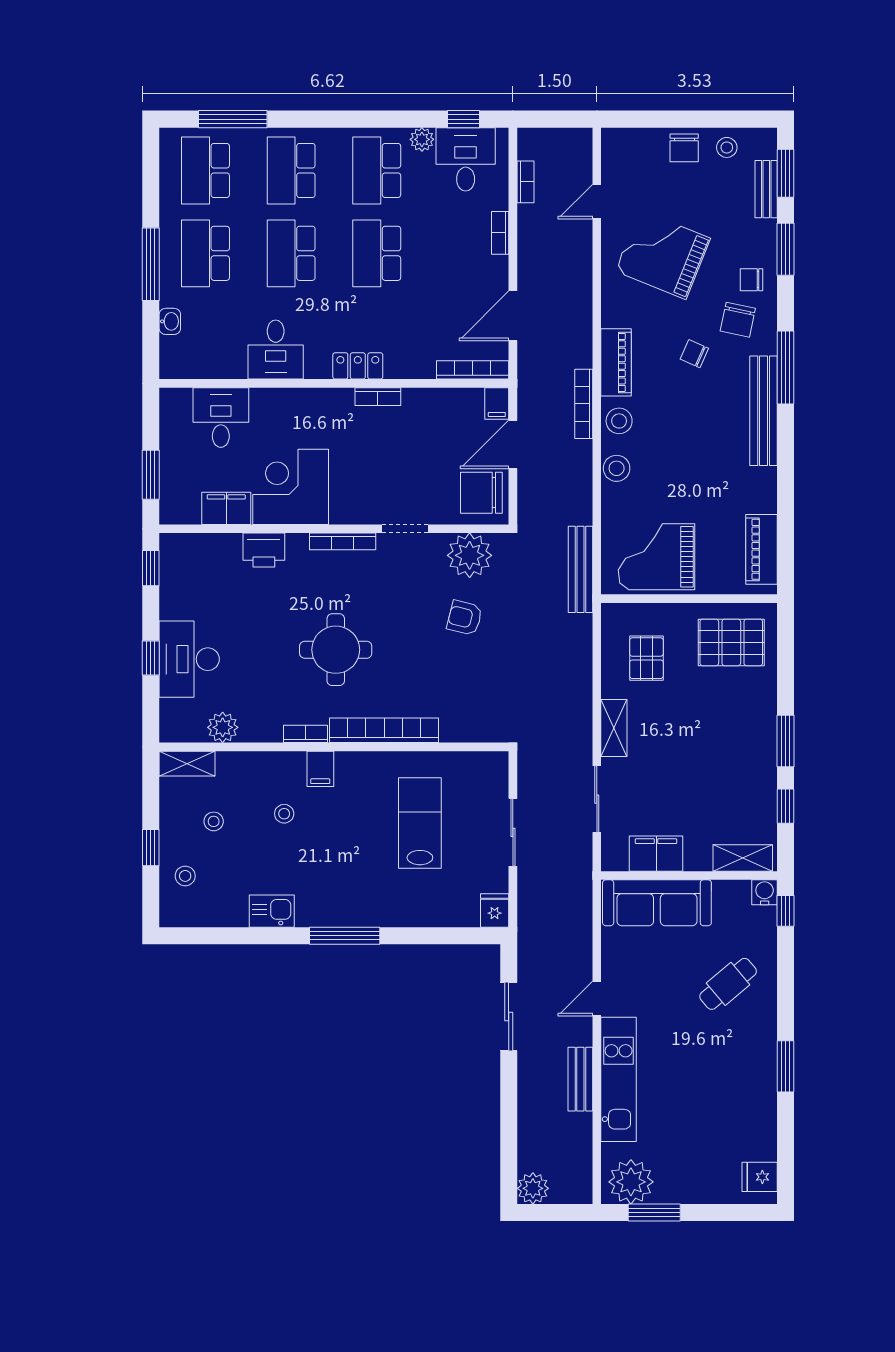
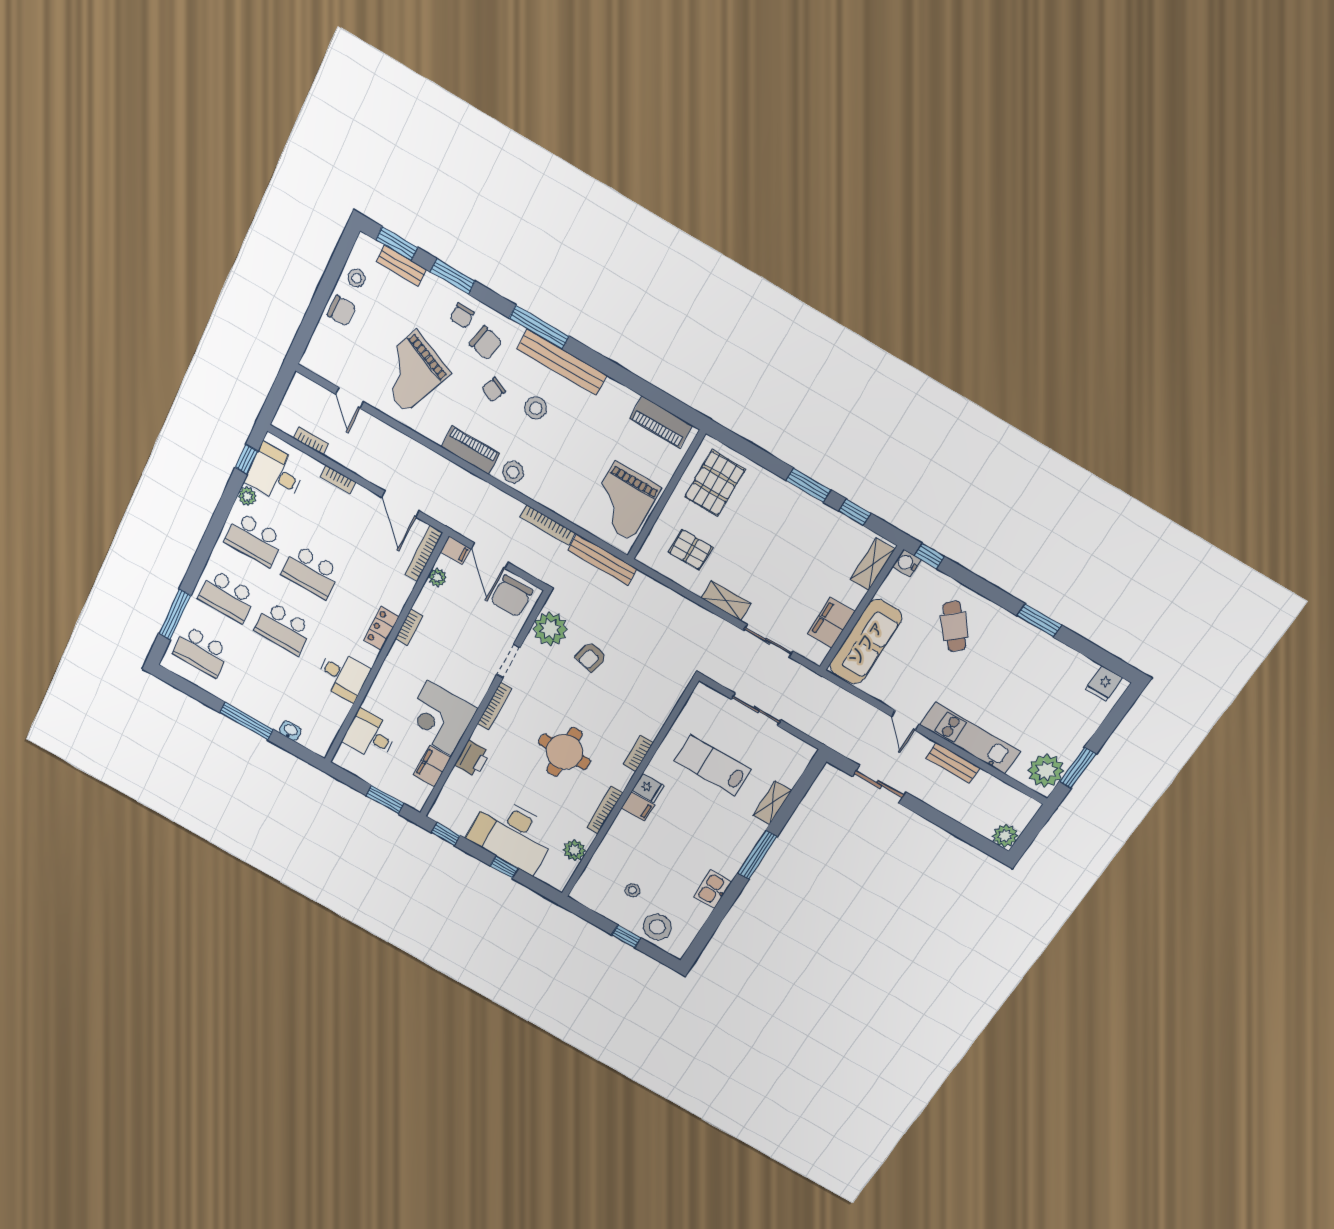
school desk: (206, 253) -> (256, 683), removed
plant: (454, 399) -> (437, 577), added
bookcase: (584, 404) -> (548, 525), moved
stool: (617, 468) -> (536, 408), moved
desk: (189, 659) -> (512, 834), width x1.36, depth x1.30
bookcase: (384, 730) -> (638, 753), width x0.43, depth x0.76
bookcase: (305, 734) -> (605, 810), width x1.56
shelving: (187, 764) -> (772, 803), moved
stool: (284, 814) -> (654, 845), removed
stool: (185, 876) -> (657, 927), width x1.89, depth x1.89
fridge: (495, 910) -> (648, 788), moved, turned 180

